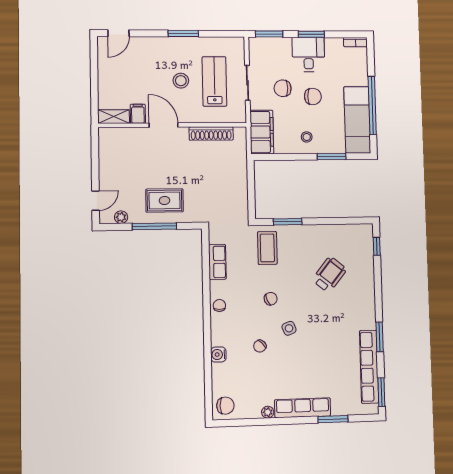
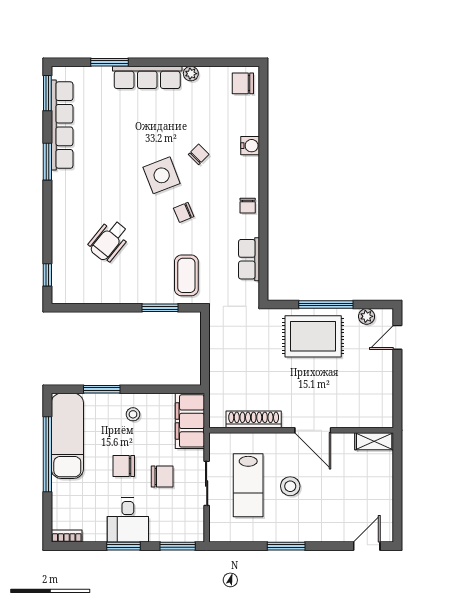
filing cabinet: (138, 114) -> (344, 445), removed
rug: (164, 201) -> (313, 336), width x1.36, depth x1.43
side table: (289, 328) -> (162, 175), width x1.87, depth x1.87

